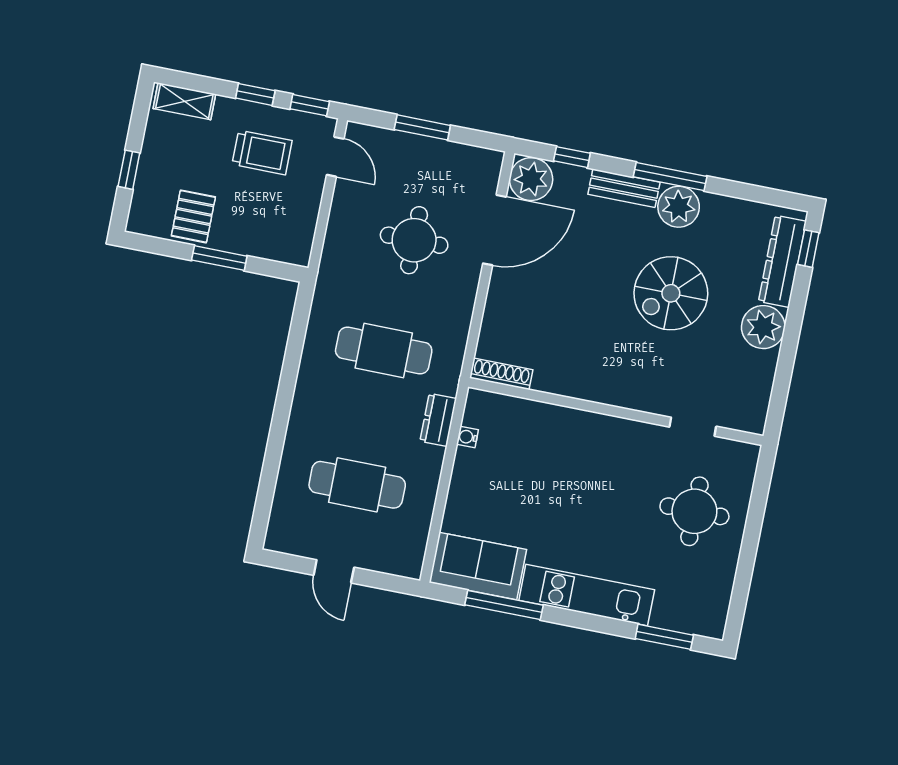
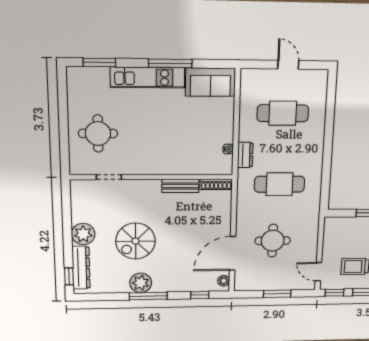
plant: (531, 179) -> (224, 281), width x0.53, depth x0.53
bench: (624, 188) -> (180, 186), moved
spiral stairs: (671, 293) -> (135, 241), turned 180
window: (504, 605) -> (170, 63), moved

